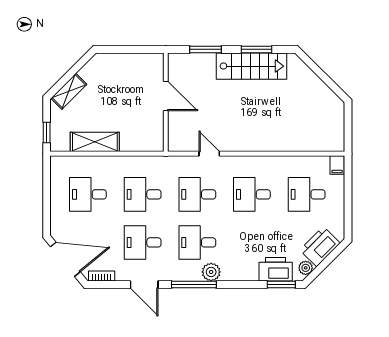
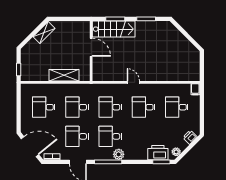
stairs: (252, 66) -> (114, 29), moved
shelving: (69, 91) -> (44, 33), moved
shelving: (95, 142) -> (64, 75), moved
door: (209, 154) -> (133, 82), moved
printer: (320, 246) -> (190, 137), width x0.53, depth x0.68

